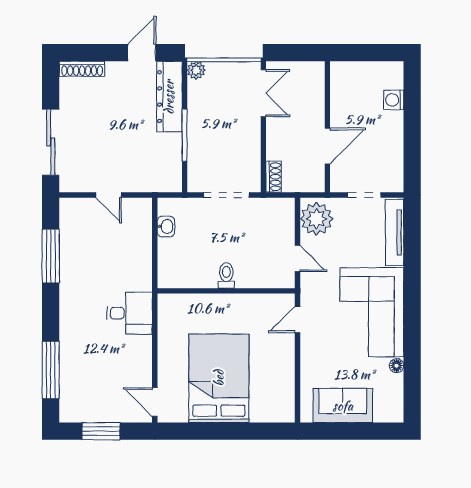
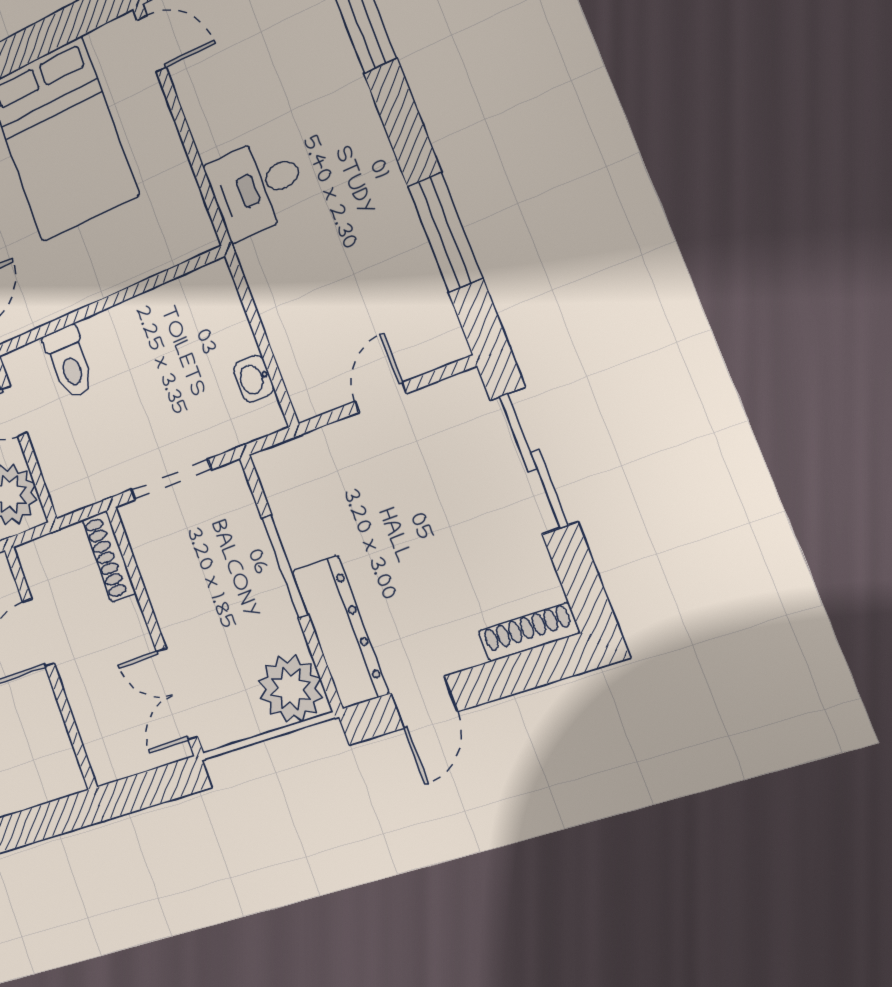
plant: (196, 70) -> (291, 689), width x1.88, depth x1.88
shoe rack: (274, 177) -> (109, 556), width x1.43
door: (109, 195) -> (380, 397), hinge flipped
toilet: (226, 276) -> (69, 362), moved, width x1.37, depth x1.39

